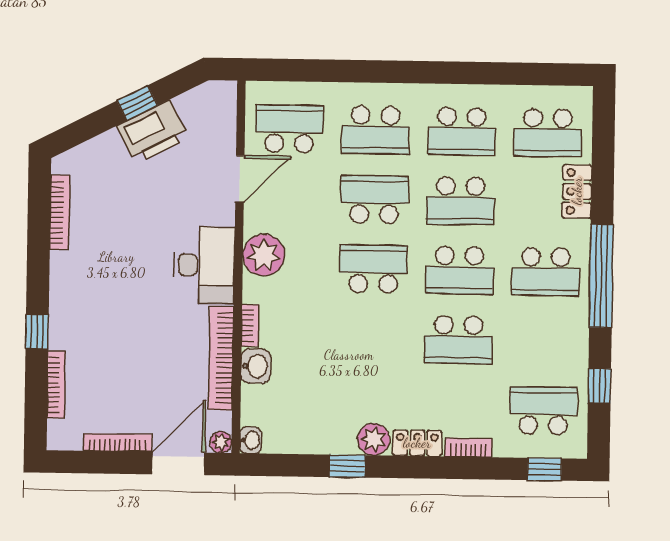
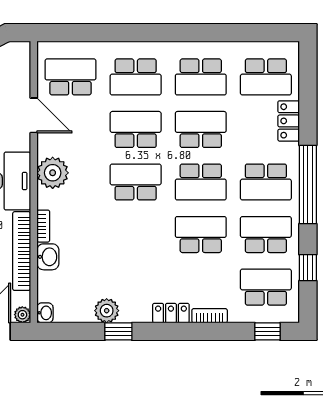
door: (240, 179) -> (34, 115), hinge flipped
school desk: (461, 201) -> (201, 129), turned 180
school desk: (458, 340) -> (201, 235), turned 180
school desk: (544, 341) -> (266, 235), added
plant: (374, 439) -> (107, 311), moved

